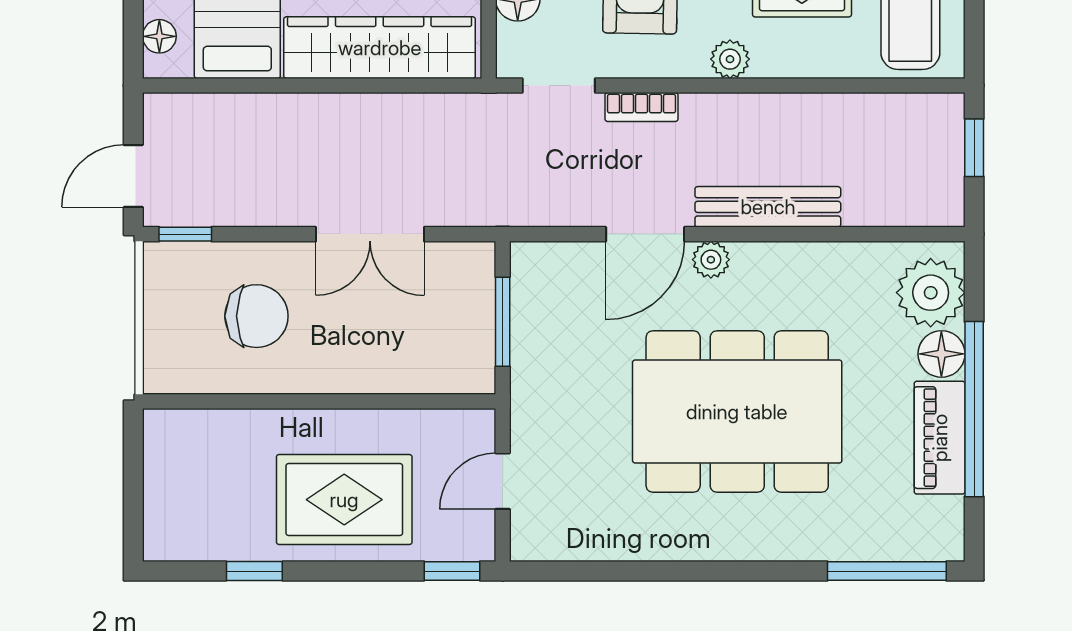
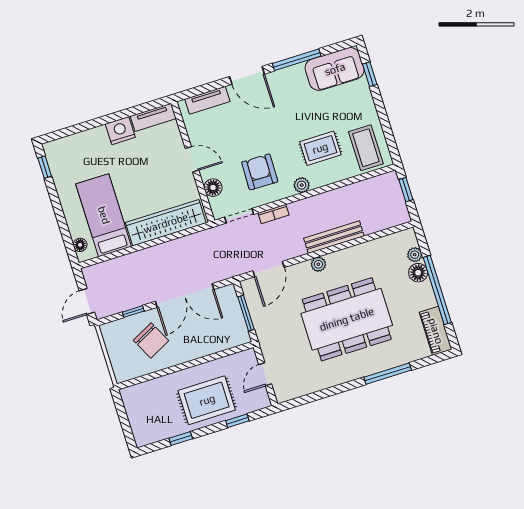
window: (185, 234) -> (133, 312), moved
double door: (370, 234) -> (185, 295), width x1.37
door: (645, 234) -> (268, 269), moved
plant: (931, 293) -> (415, 255), width x0.53, depth x0.53
chair: (256, 316) -> (151, 340), turned 63
piano: (940, 438) -> (436, 331), moved
window: (452, 571) -> (237, 421), moved
window: (887, 571) -> (388, 374), moved

